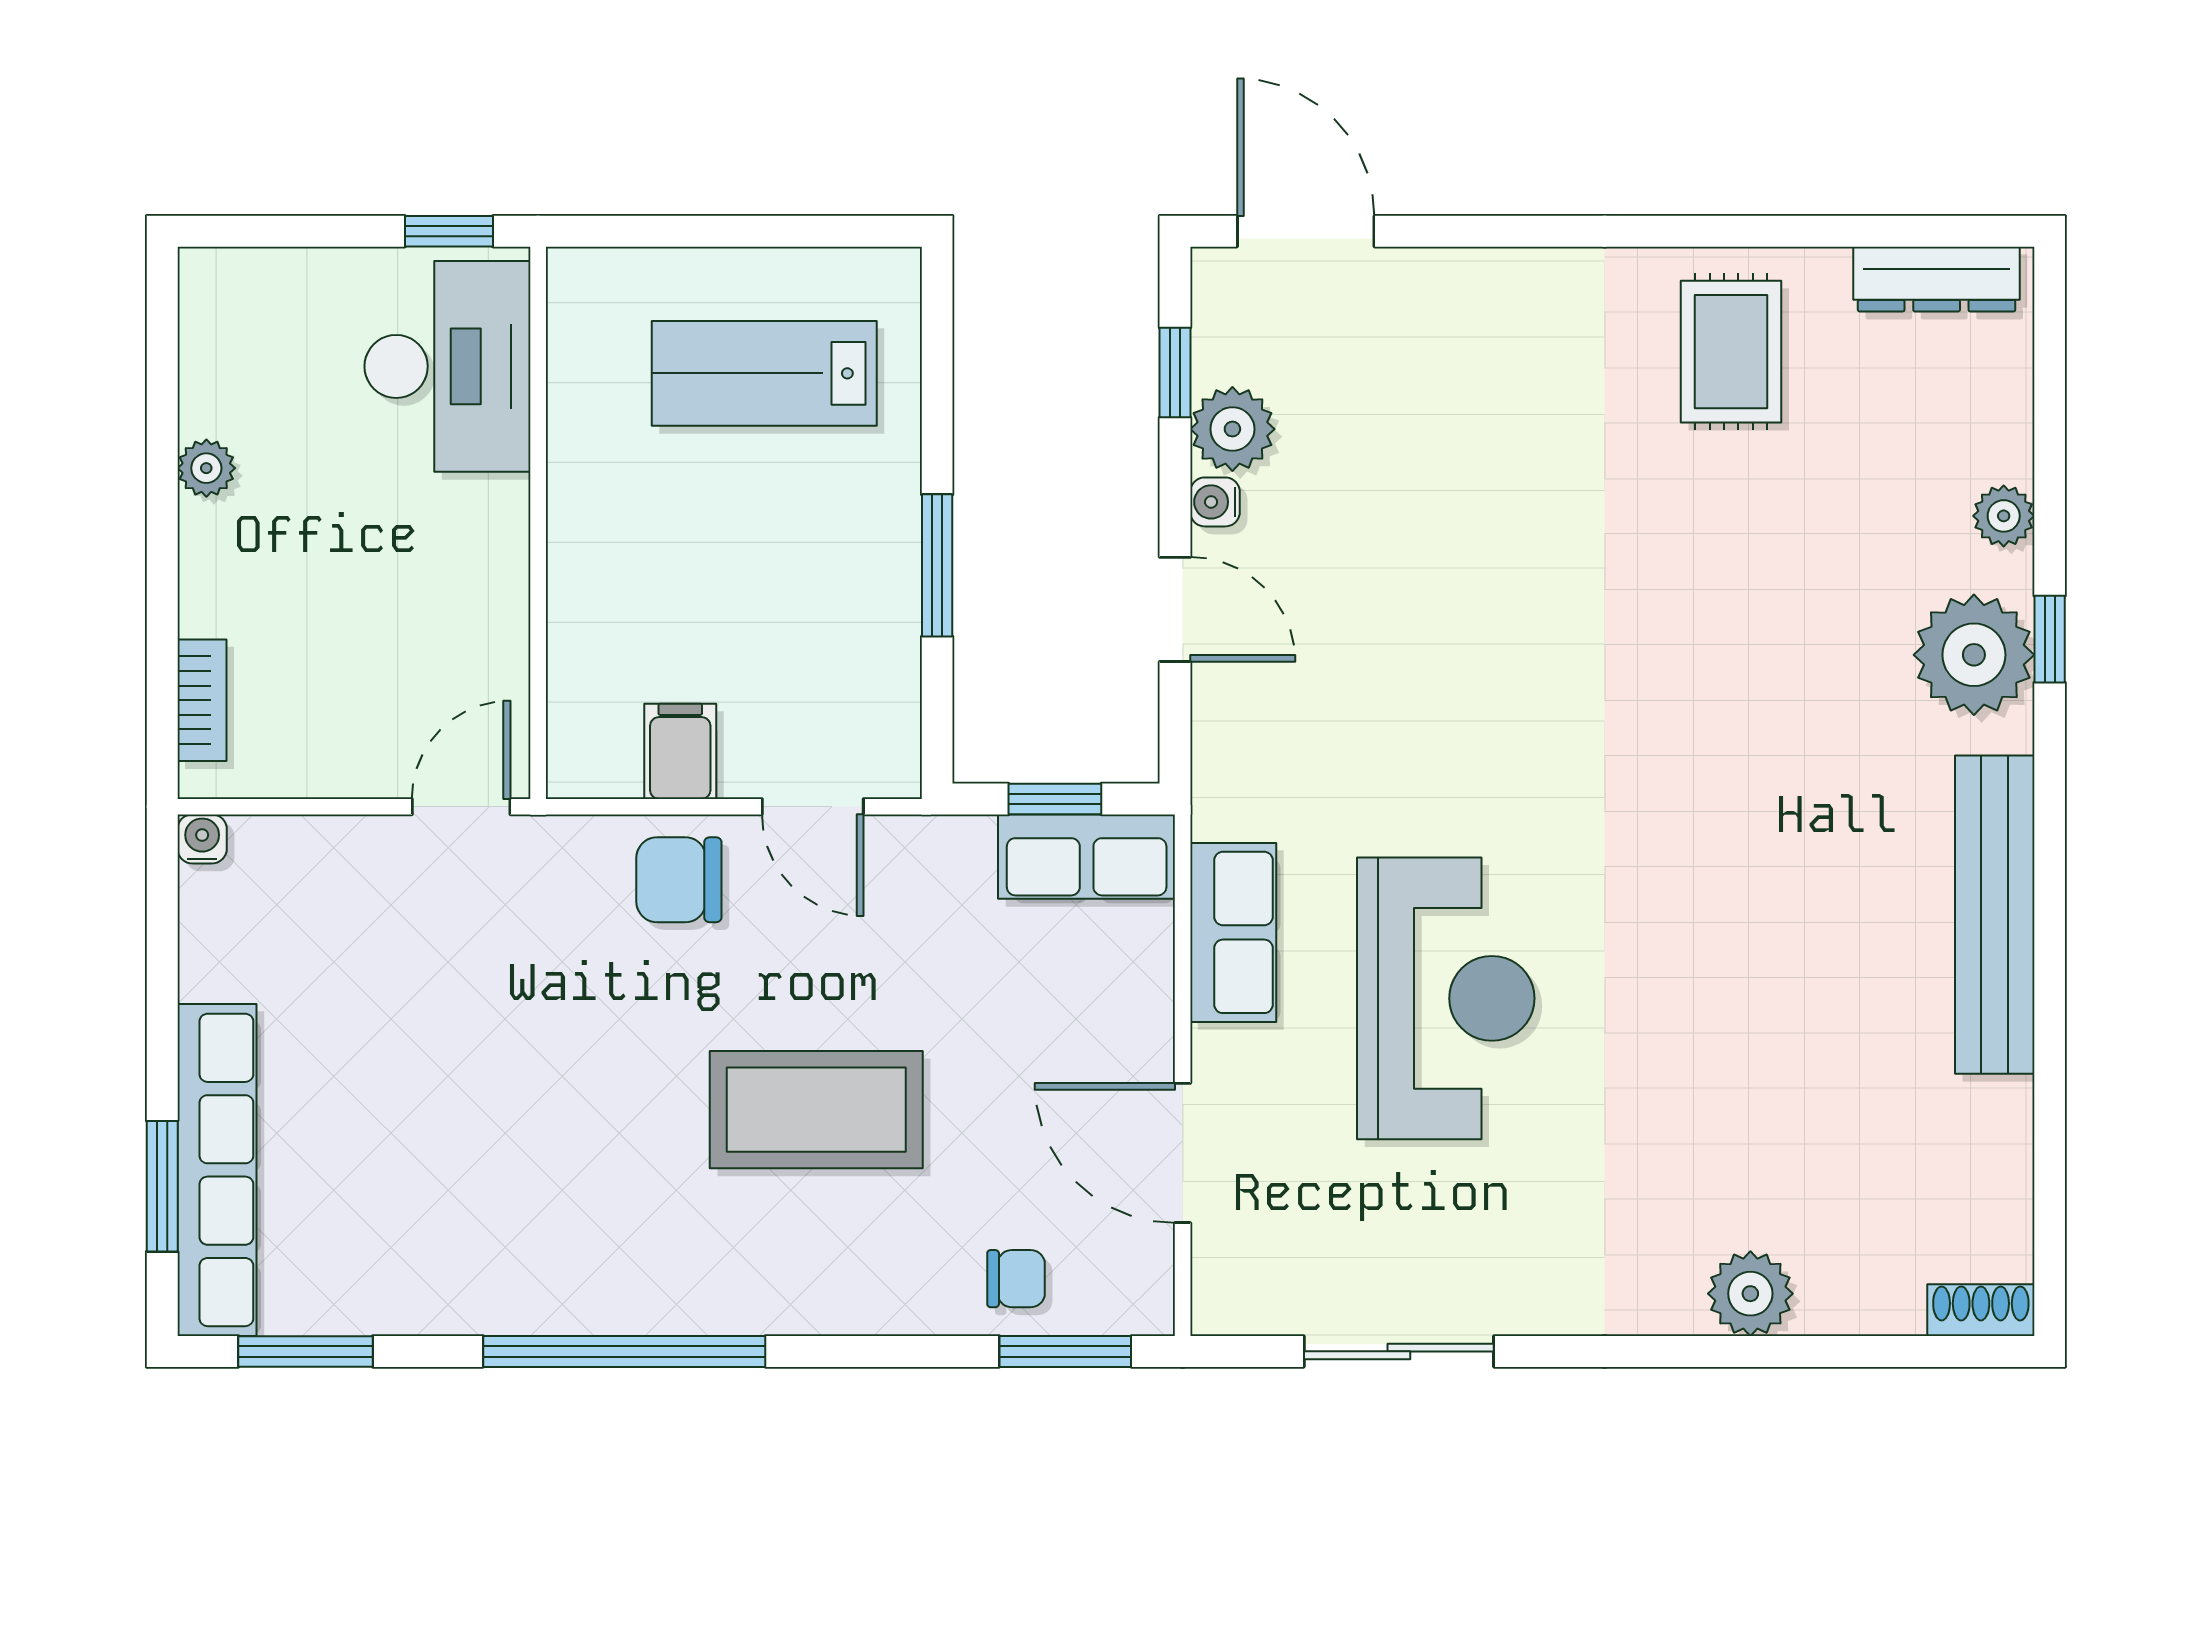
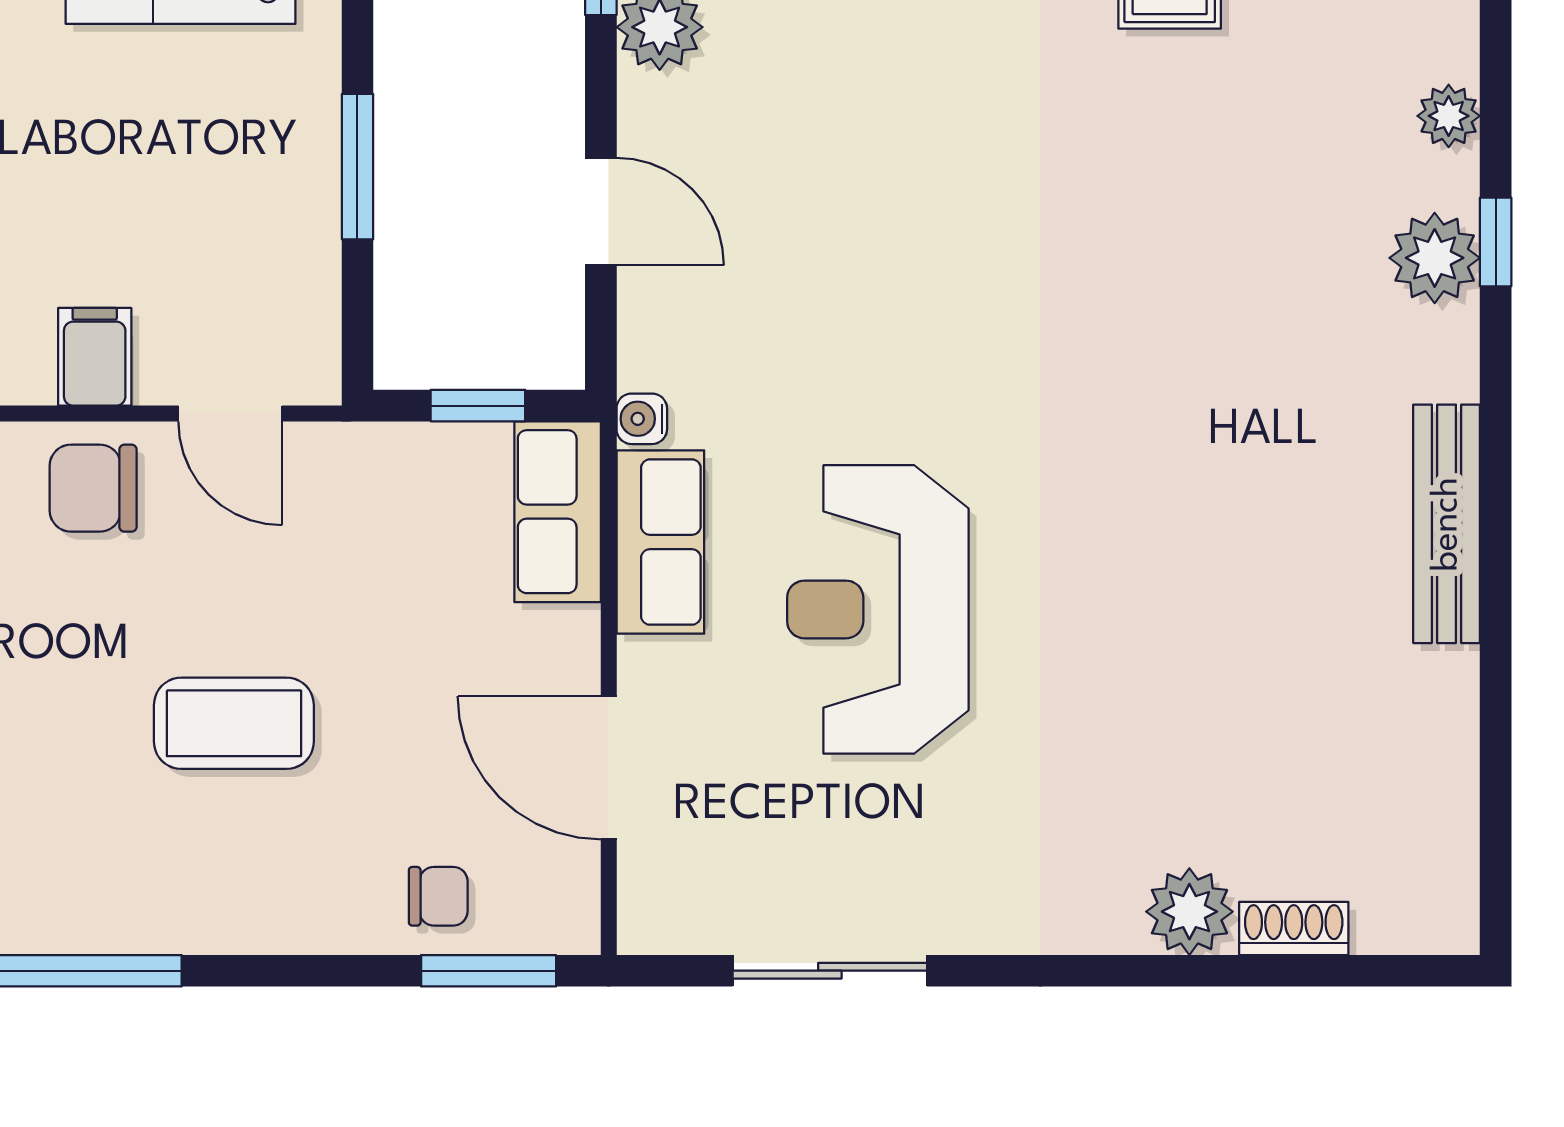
water cooler: (1215, 502) -> (642, 419), moved
plant: (1974, 655) -> (1435, 258), width x0.73, depth x0.73
row of seats: (1087, 857) -> (558, 512), moved, turned 90
bench: (1995, 915) -> (1447, 524), width x0.73, depth x0.82
reception desk: (1446, 998) -> (878, 609), turned 180
coffee table: (816, 1110) -> (234, 723), width x0.73, depth x0.76
shoe rack: (1981, 1310) -> (1294, 928), moved

